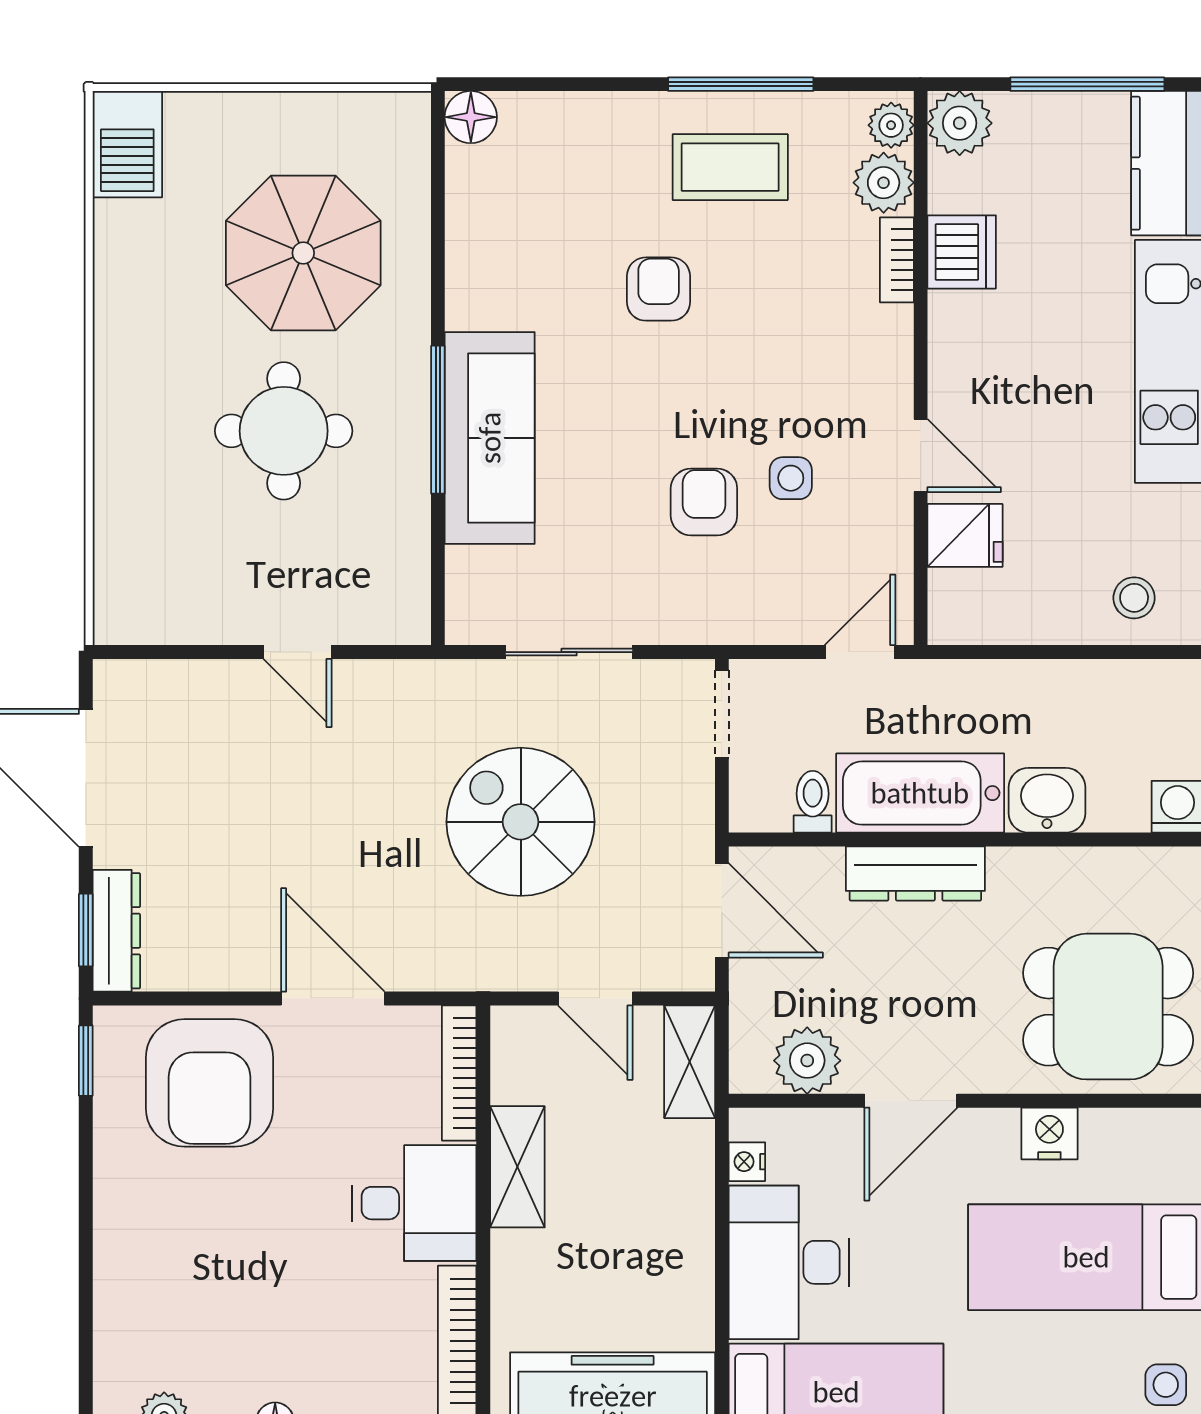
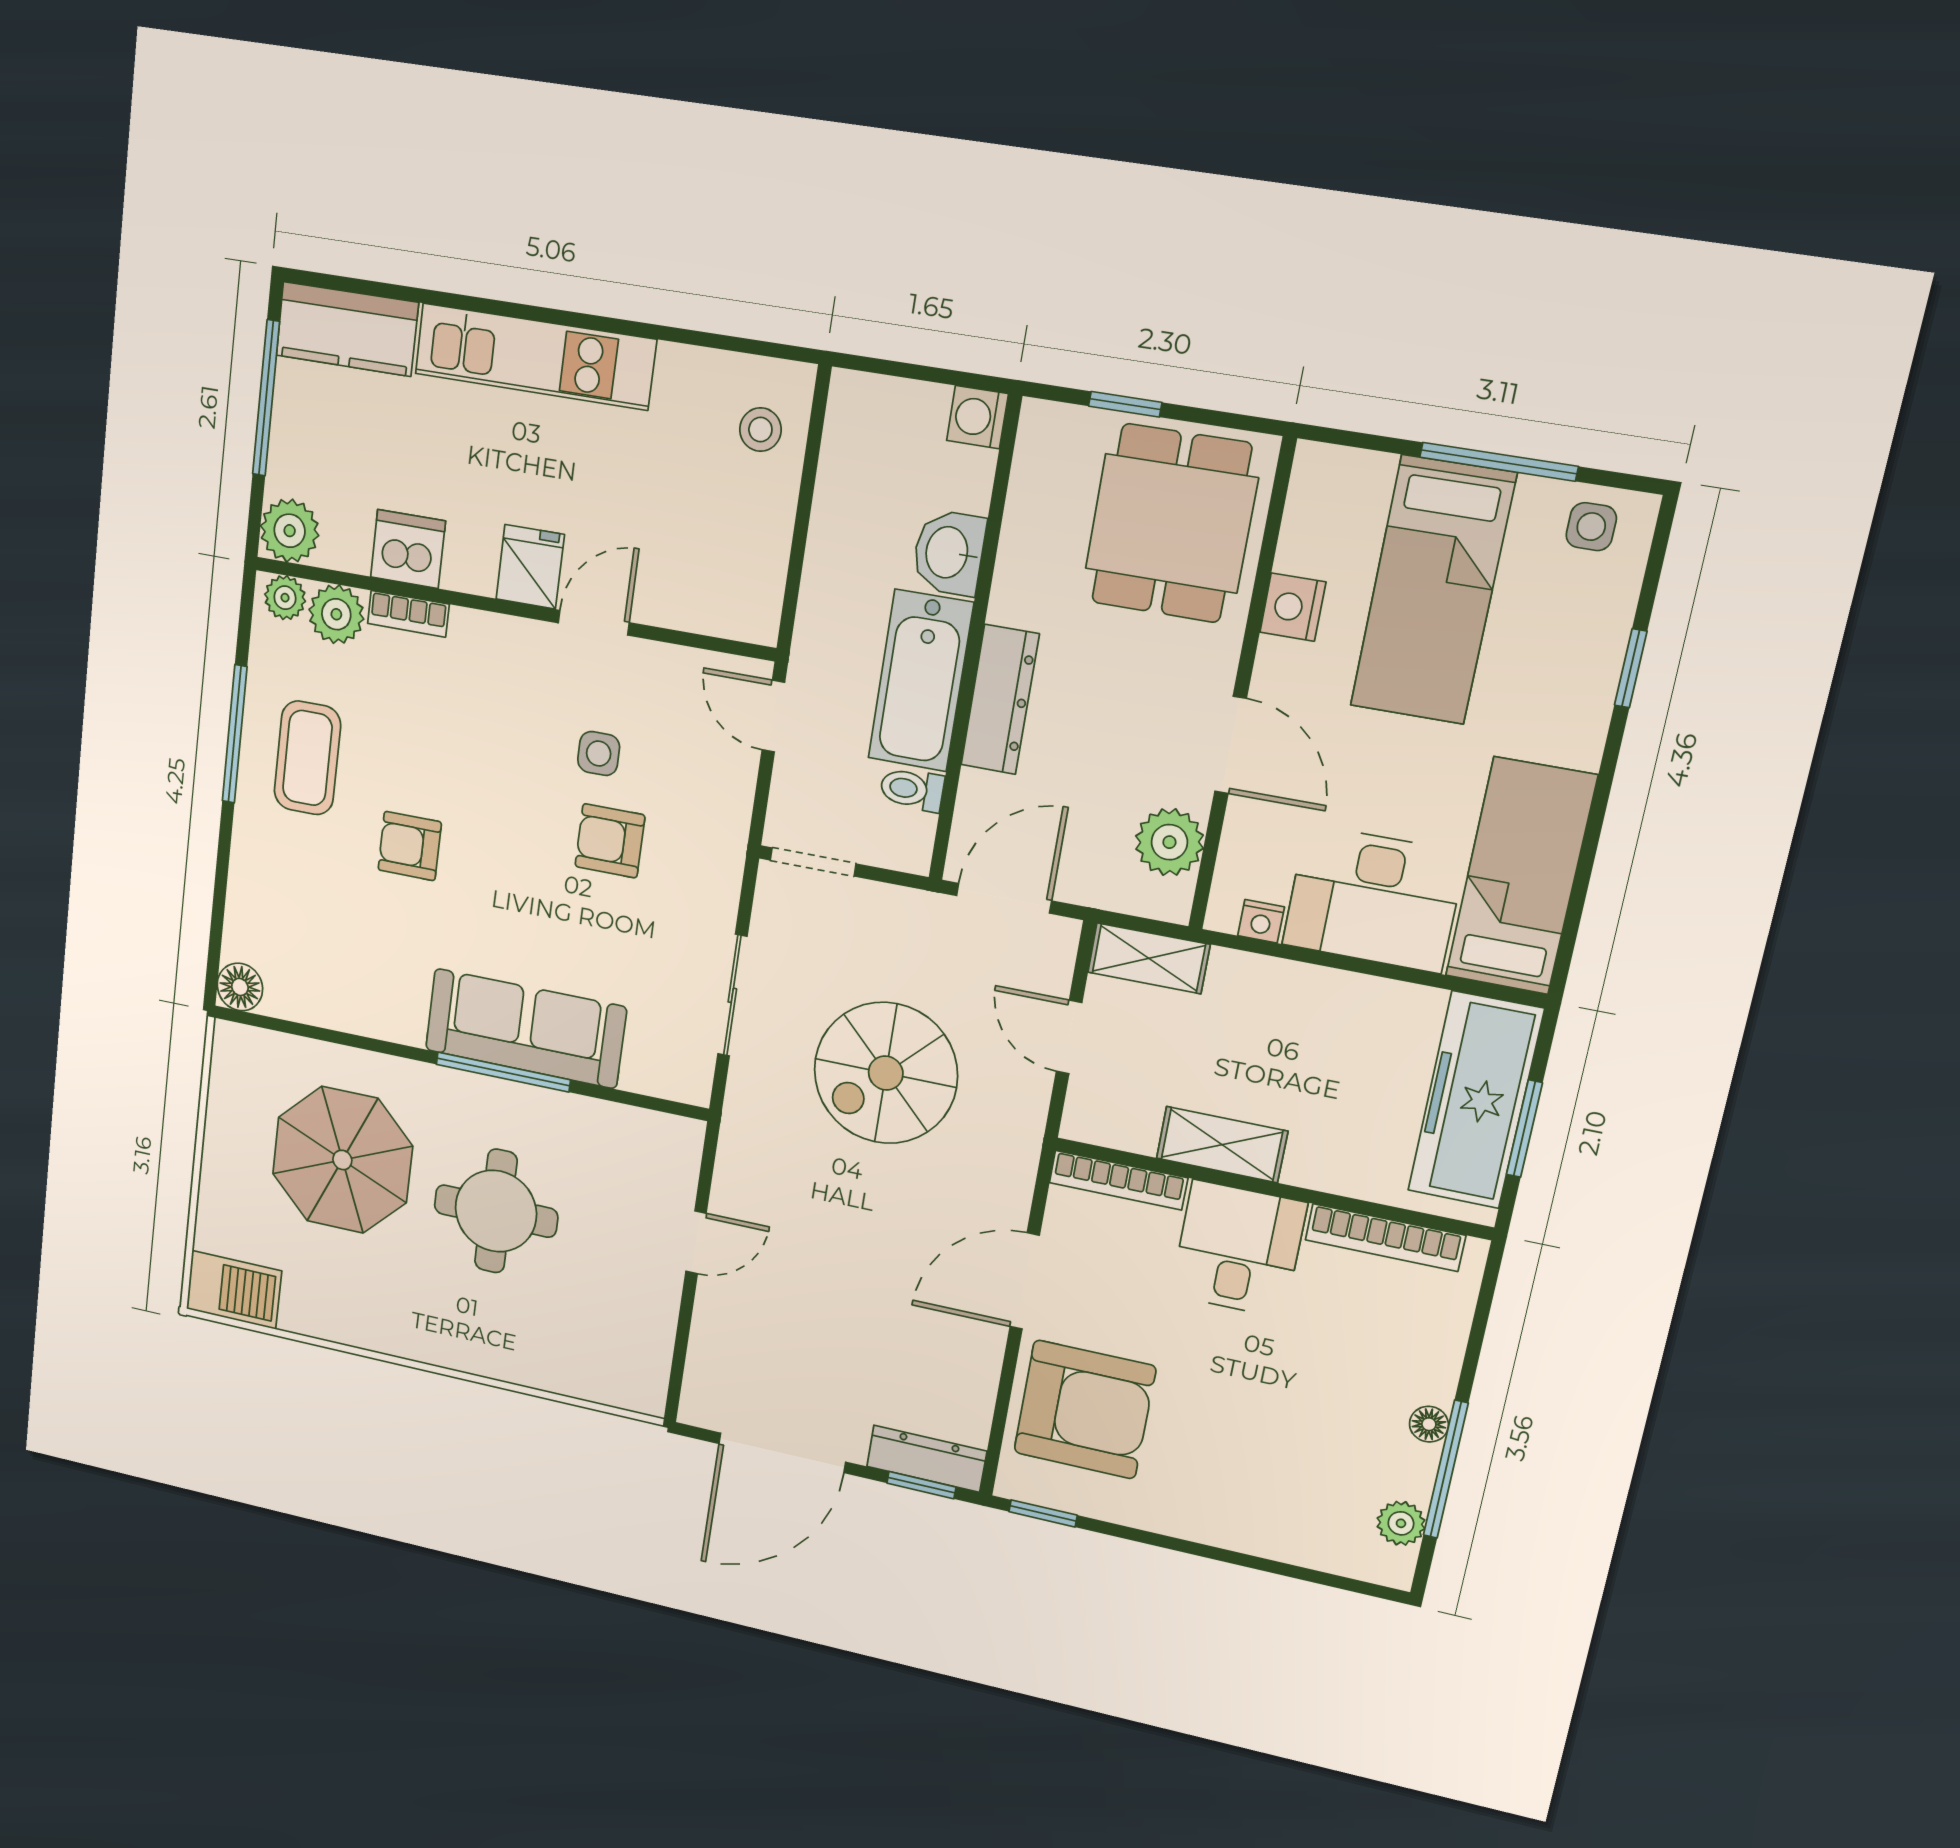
fridge: (965, 535) -> (530, 567), moved
door: (595, 998) -> (1069, 1037), swing flipped

